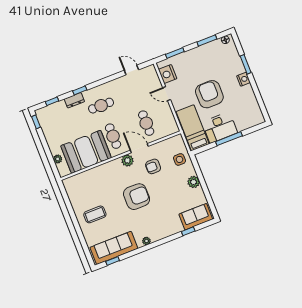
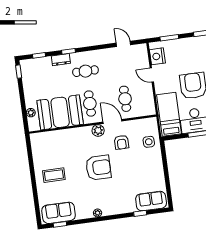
armchair: (153, 166) -> (122, 142), turned -90
plant: (194, 182) -> (157, 167), removed
sofa: (114, 248) -> (59, 213), width x0.73

